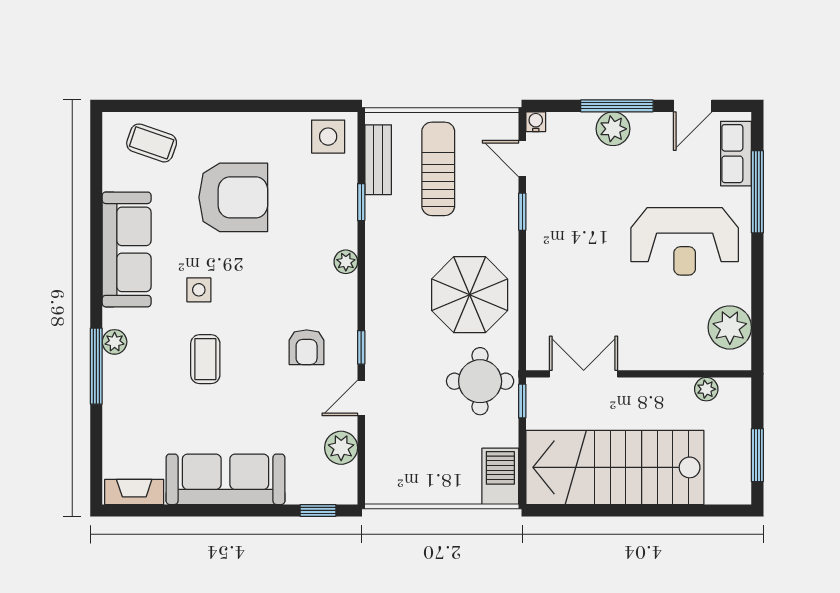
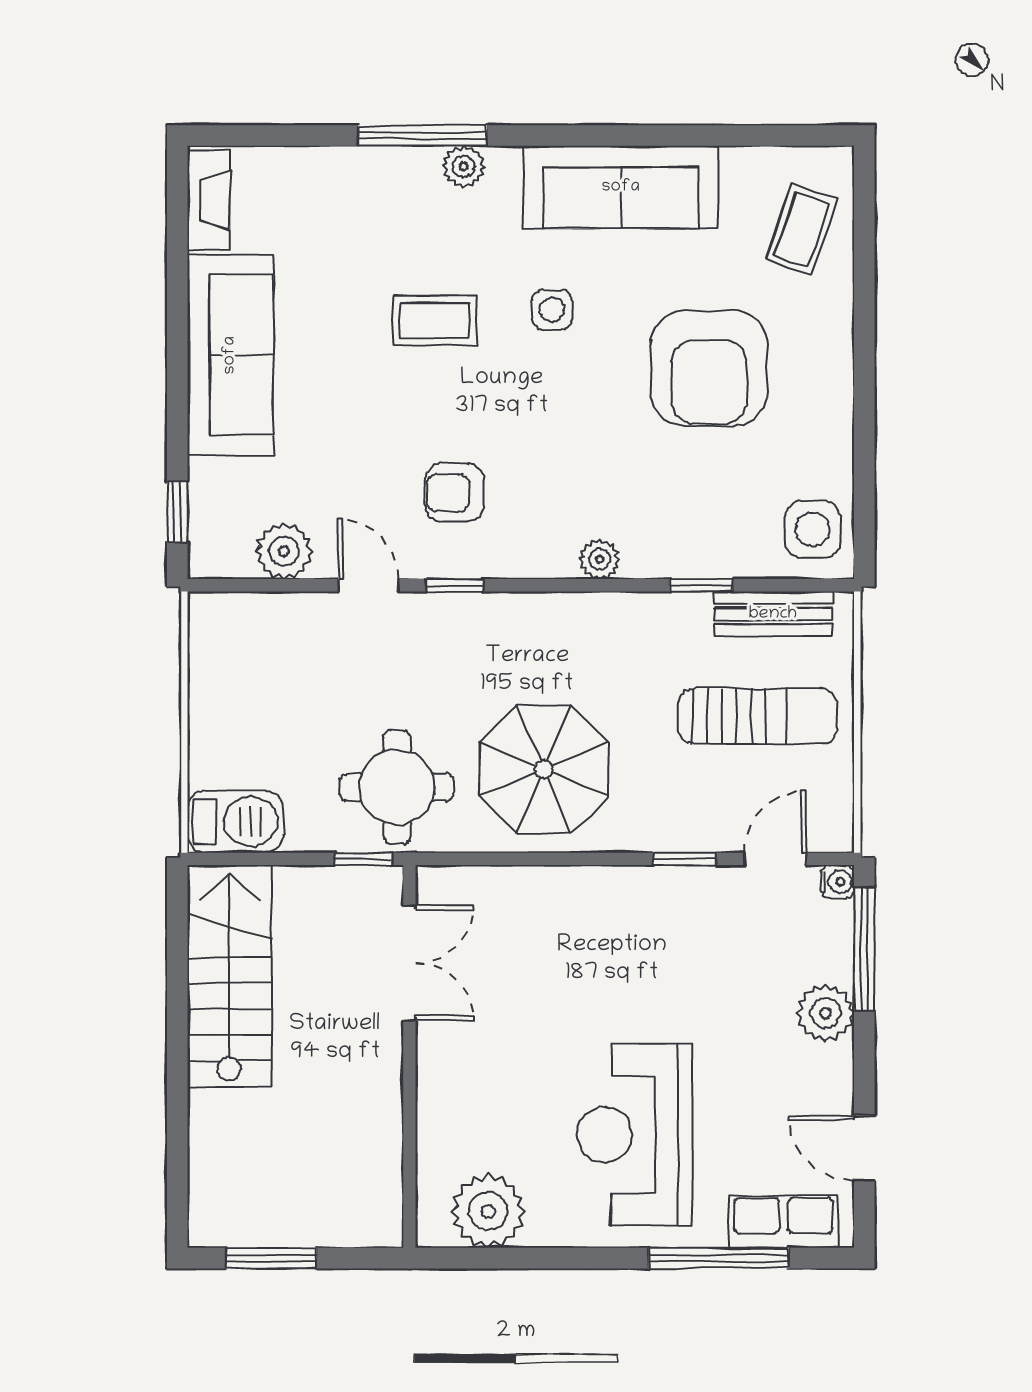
window: (617, 106) -> (864, 949), moved
plant: (706, 389) -> (383, 1171), removed
stairs: (615, 467) -> (229, 976), width x0.73, depth x0.66

